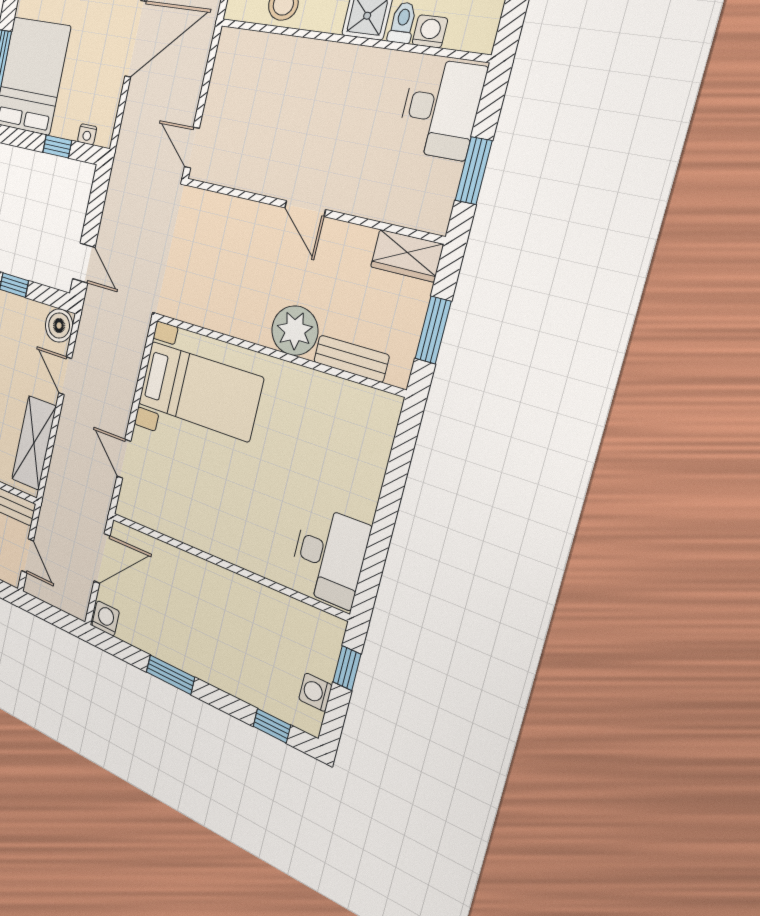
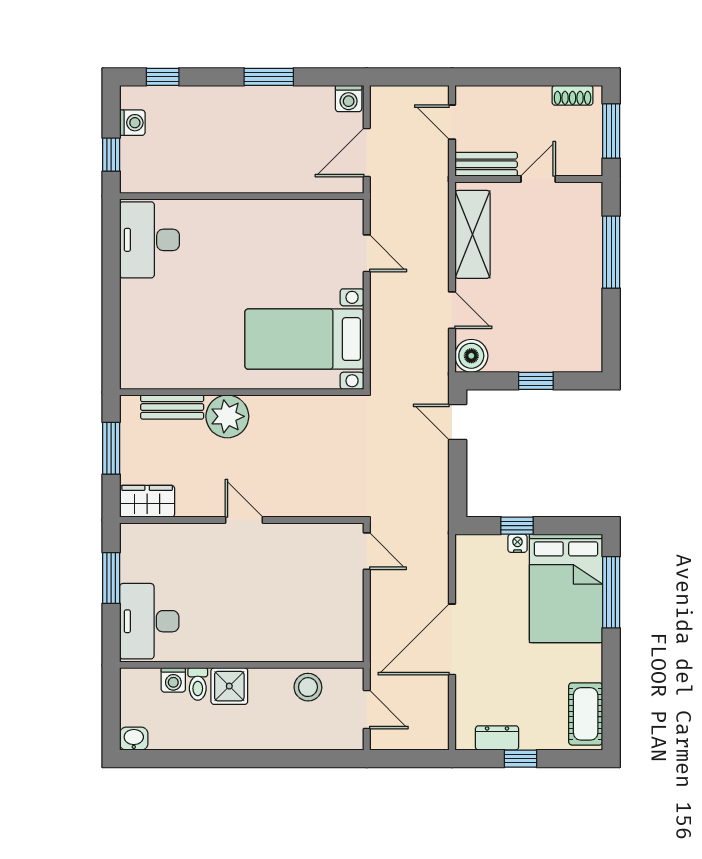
nightstand: (87, 134) -> (517, 543), moved

